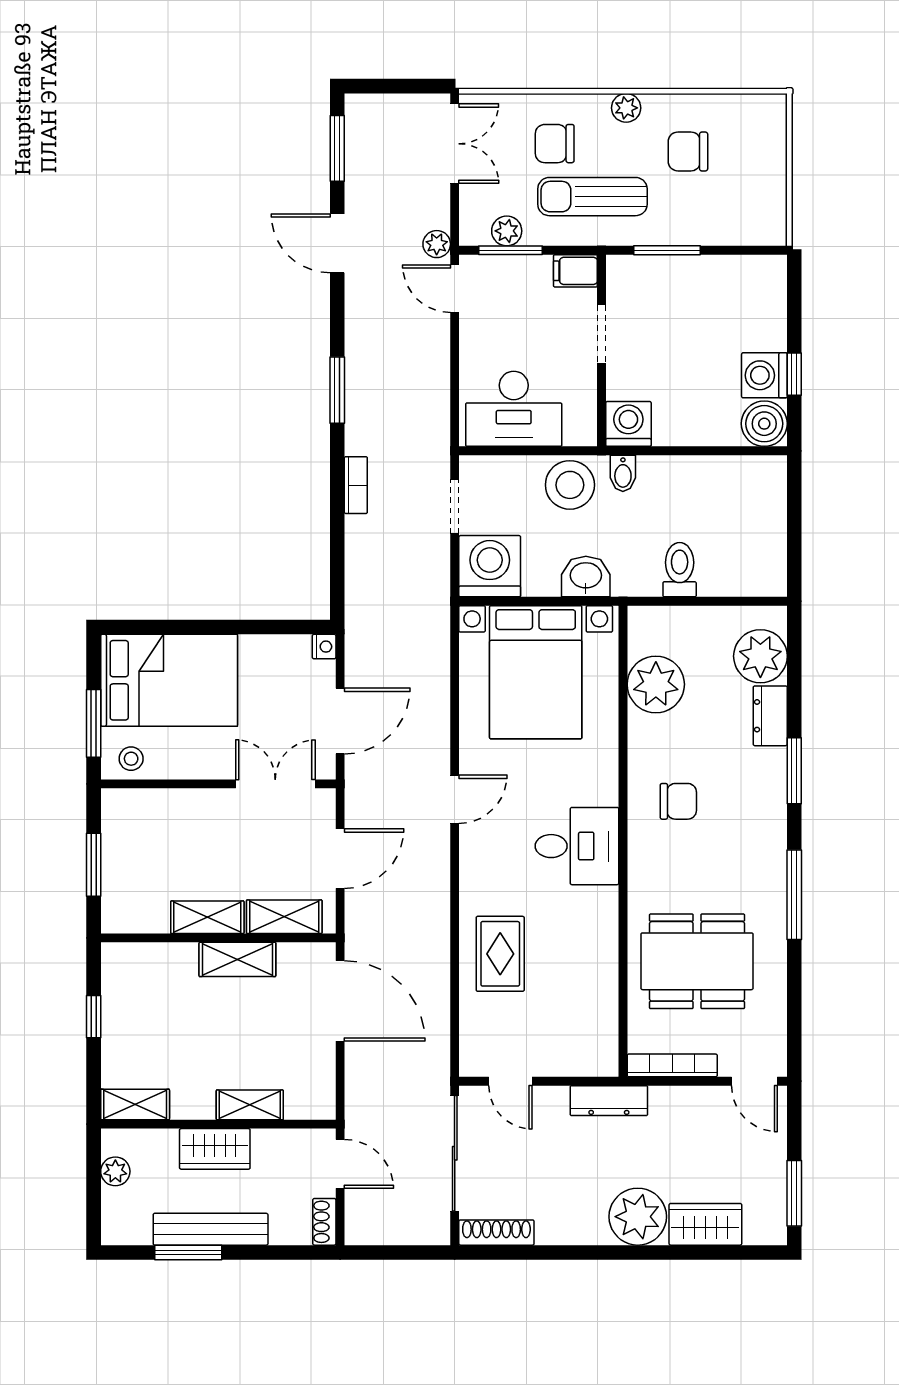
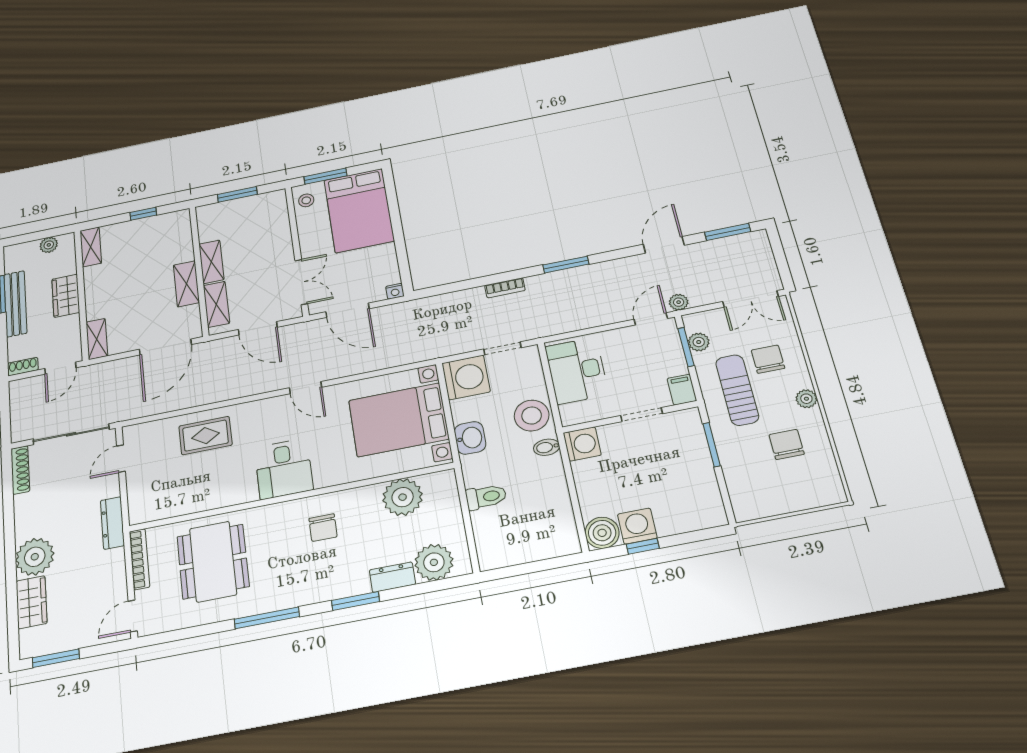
shelving: (250, 1105) -> (97, 339), moved

